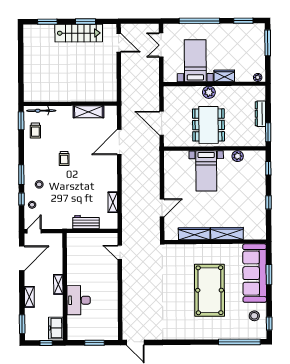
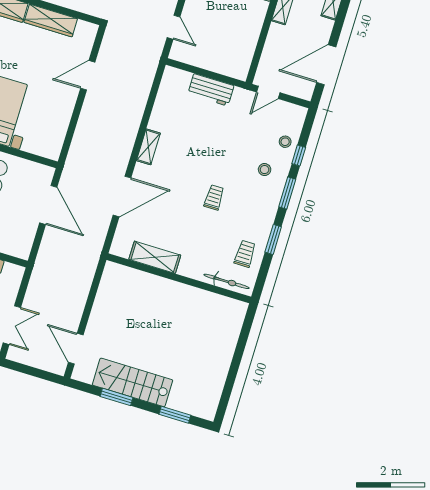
window: (21, 121) -> (273, 239), moved
shelving: (113, 202) -> (148, 147), moved
door: (34, 231) -> (268, 92), moved

